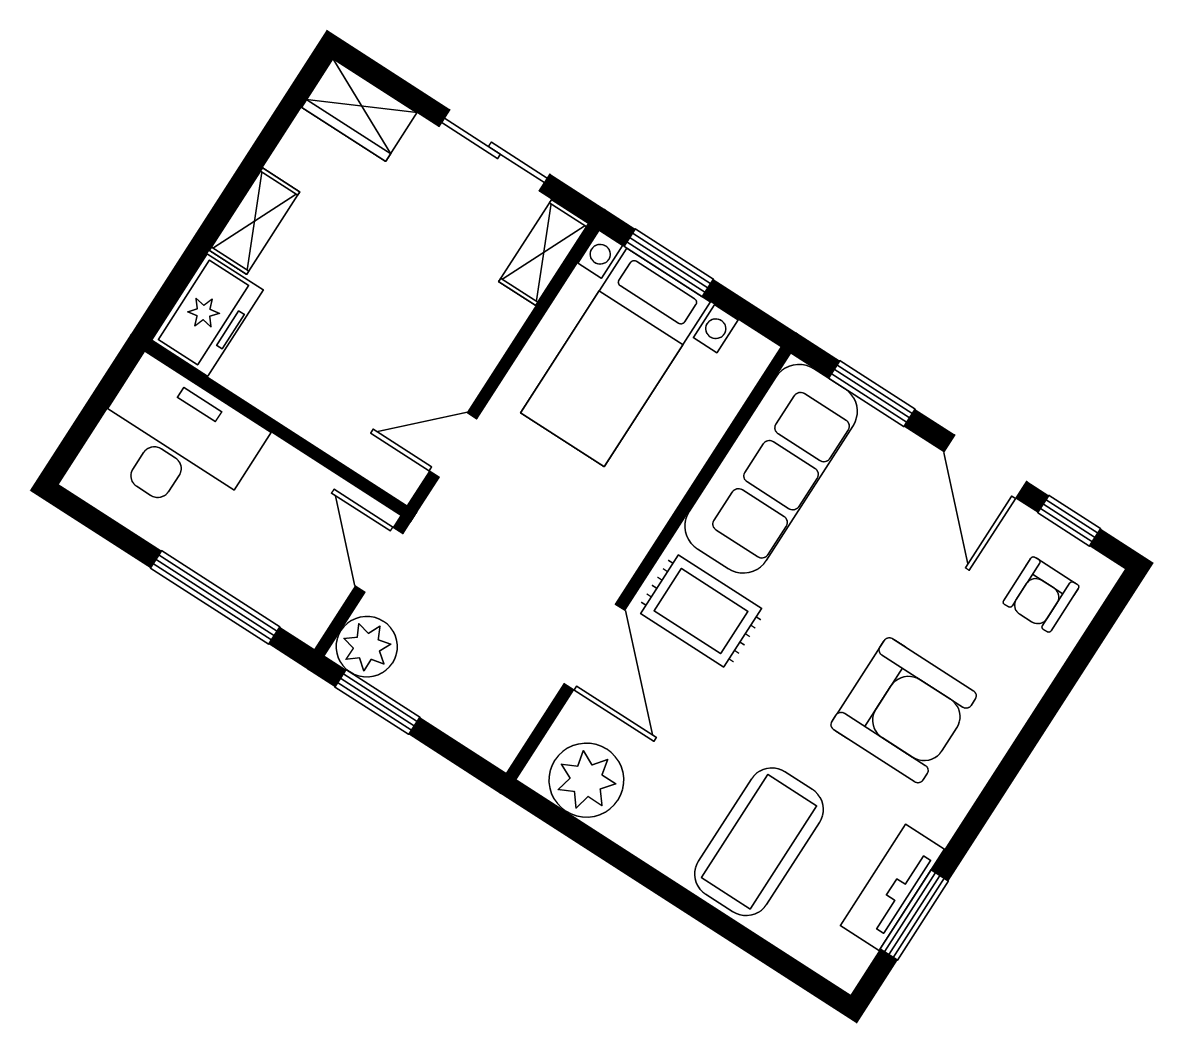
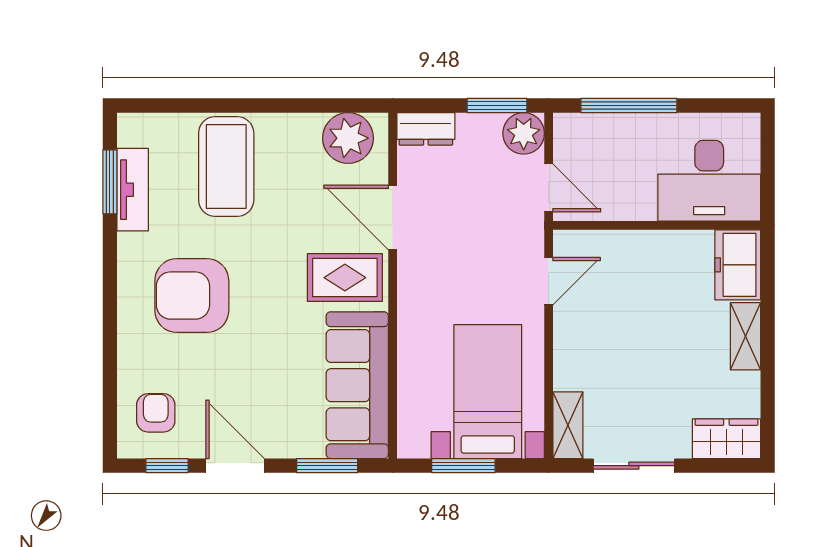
window: (669, 263) -> (463, 466), moved
dresser: (483, 730) -> (426, 129), added

